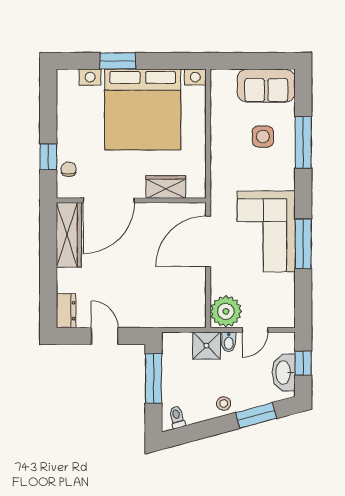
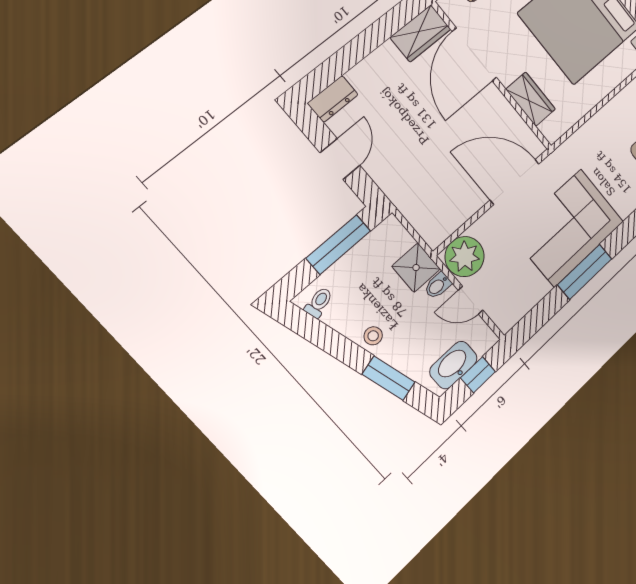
door: (109, 200) -> (474, 55), hinge flipped
wardrobe: (69, 235) -> (421, 33), width x0.67

